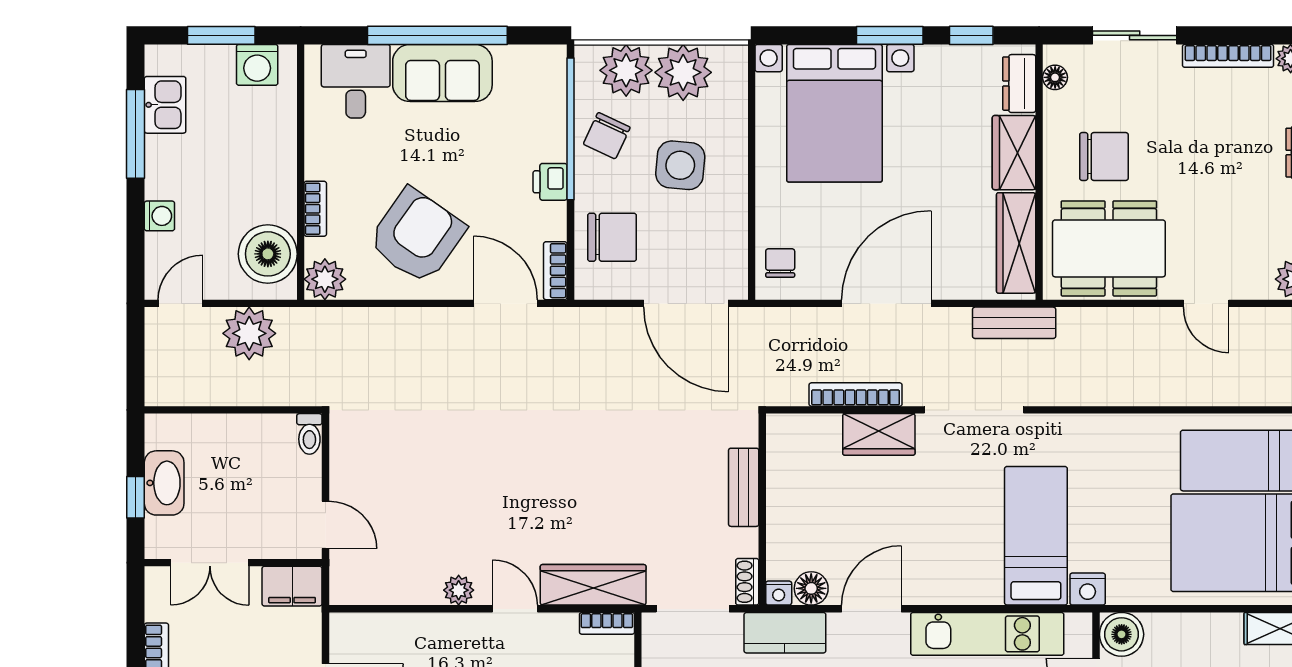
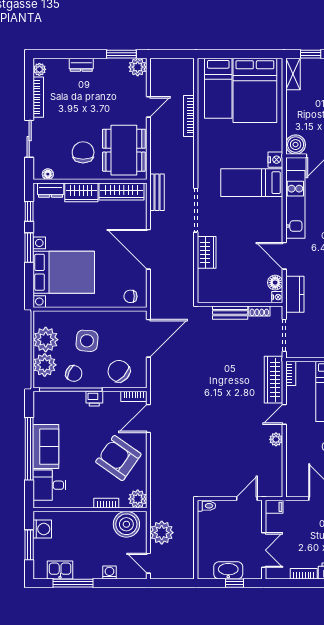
chair: (612, 237) -> (119, 371), turned -48
bookcase: (856, 395) -> (189, 116), moved
shoe rack: (747, 582) -> (259, 311), moved
filing cabinet: (292, 586) -> (274, 507), width x0.50

